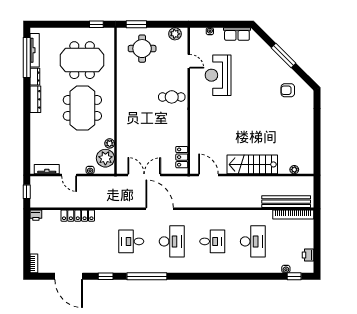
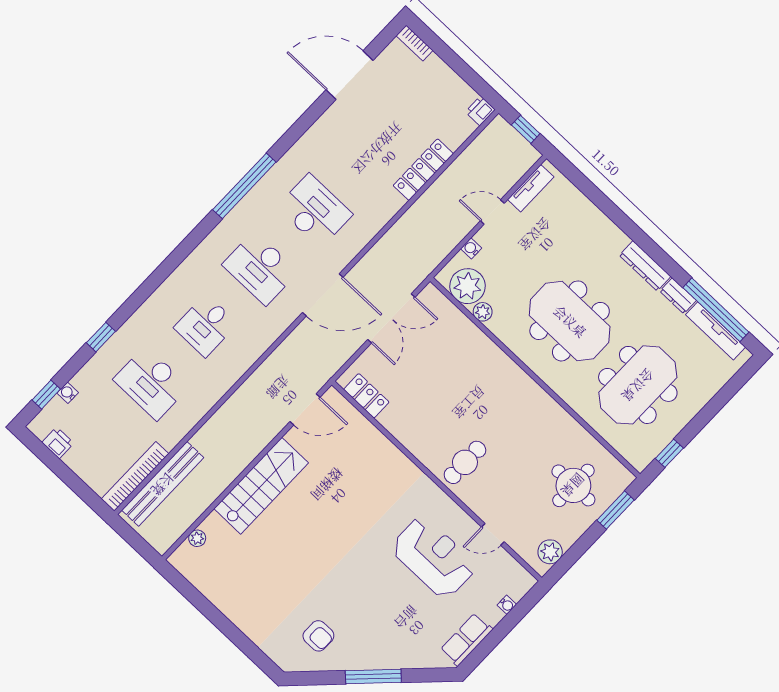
armchair: (288, 90) -> (318, 636), turned 90
desk: (131, 241) -> (315, 211), width x1.37
window: (106, 276) -> (101, 337), moved

